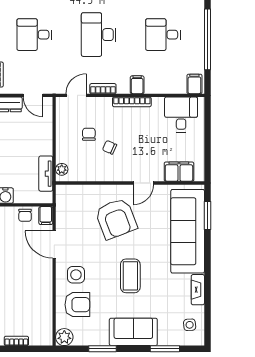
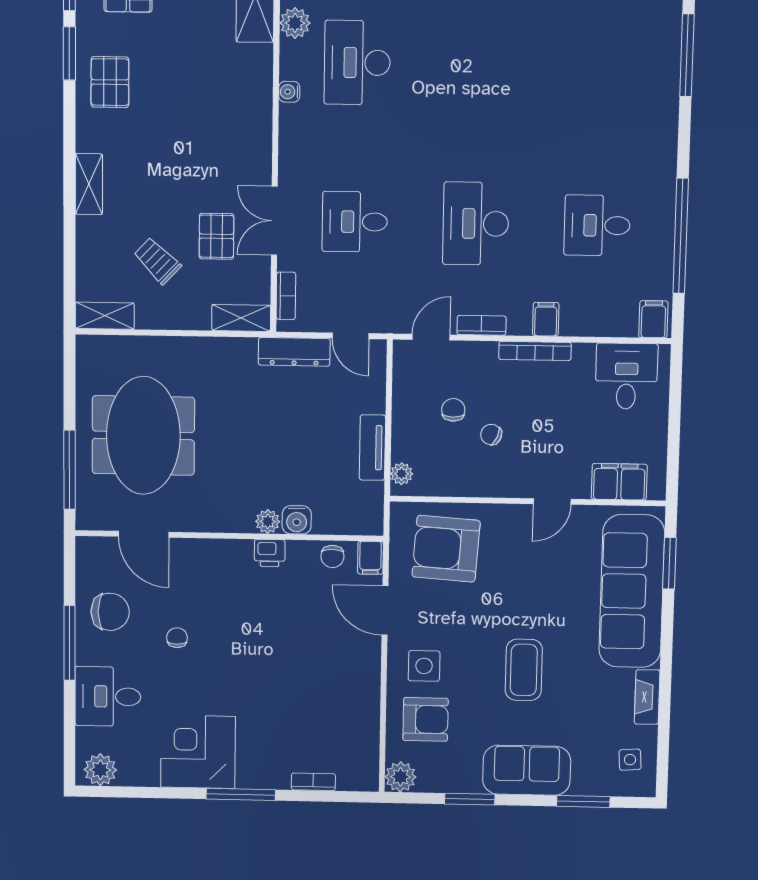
tv unit: (46, 174) -> (372, 448), moved
armchair: (116, 219) -> (446, 549), moved, turned 115

